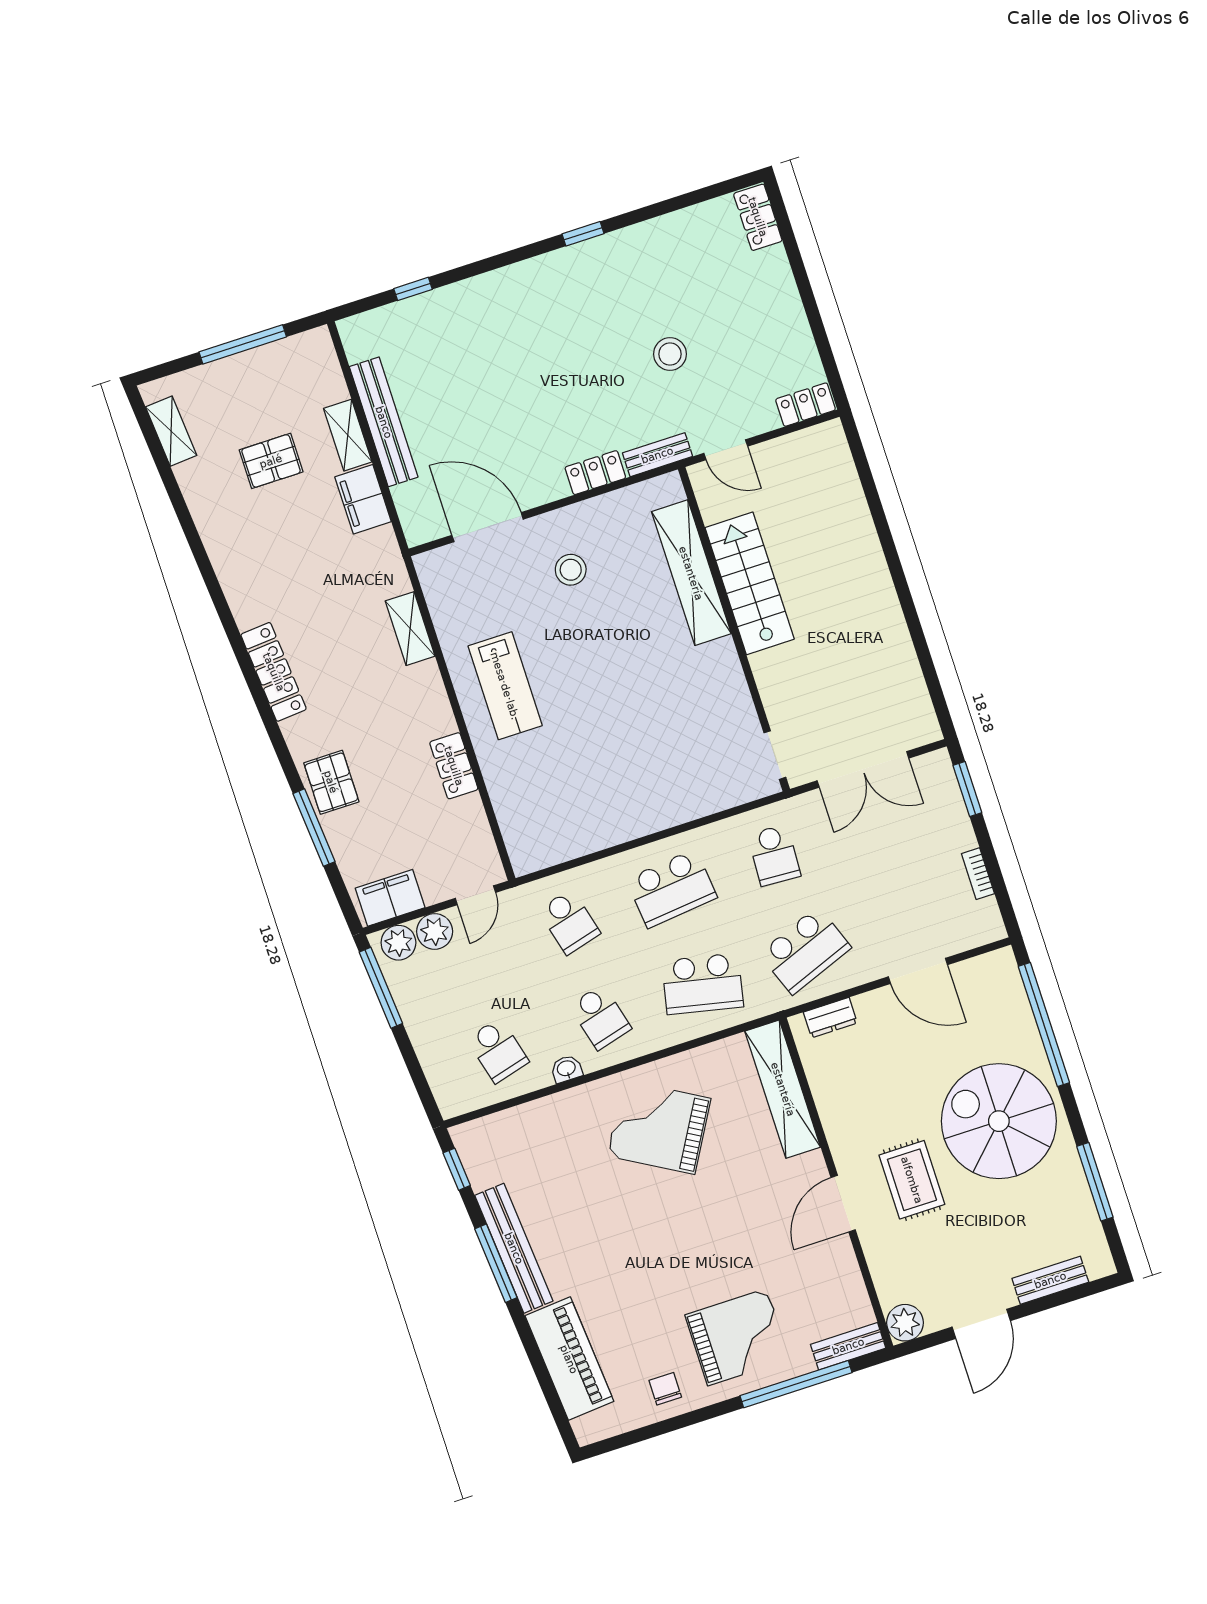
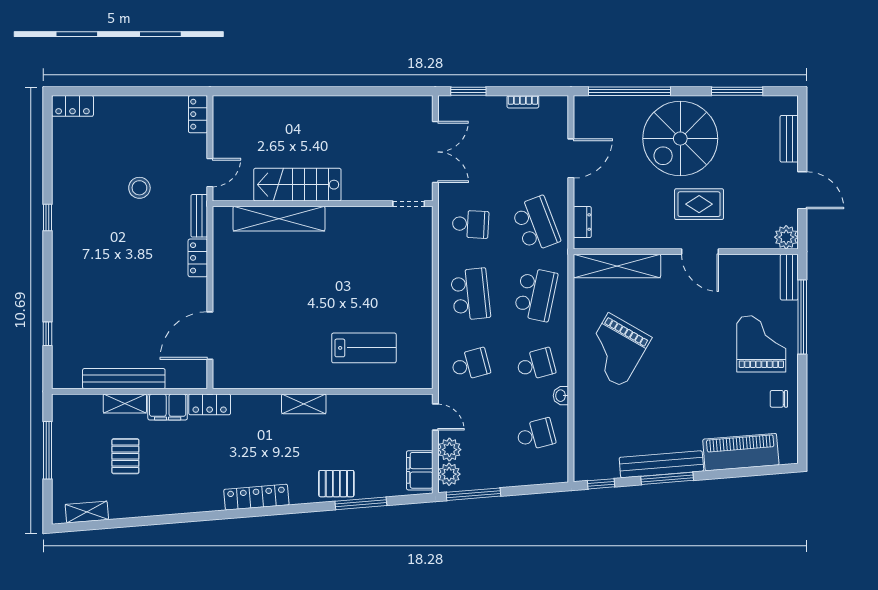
stool: (571, 570) -> (253, 293), removed
shelving: (410, 629) -> (304, 404), moved
lab bench: (505, 686) -> (364, 348), moved
locker: (454, 766) -> (210, 404), moved

